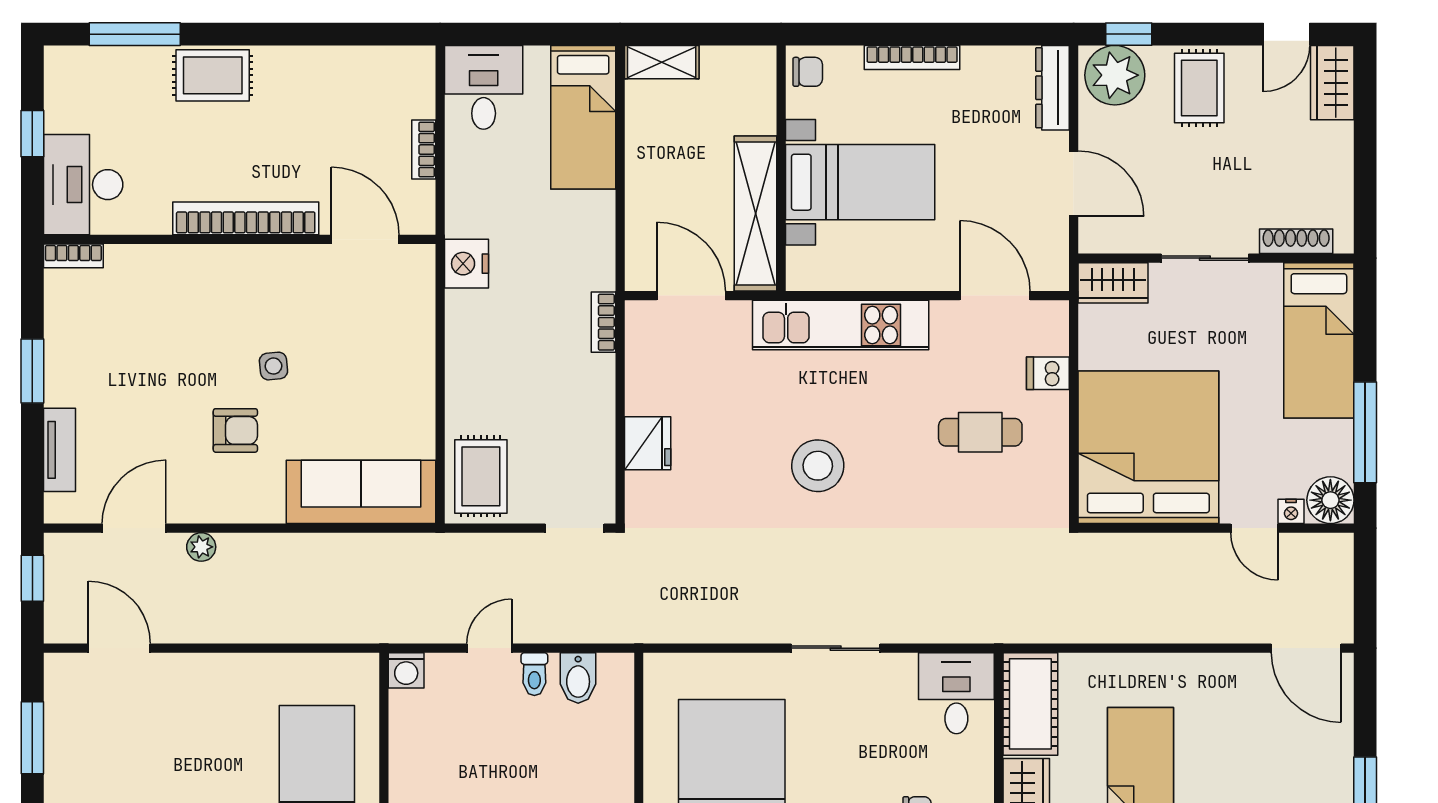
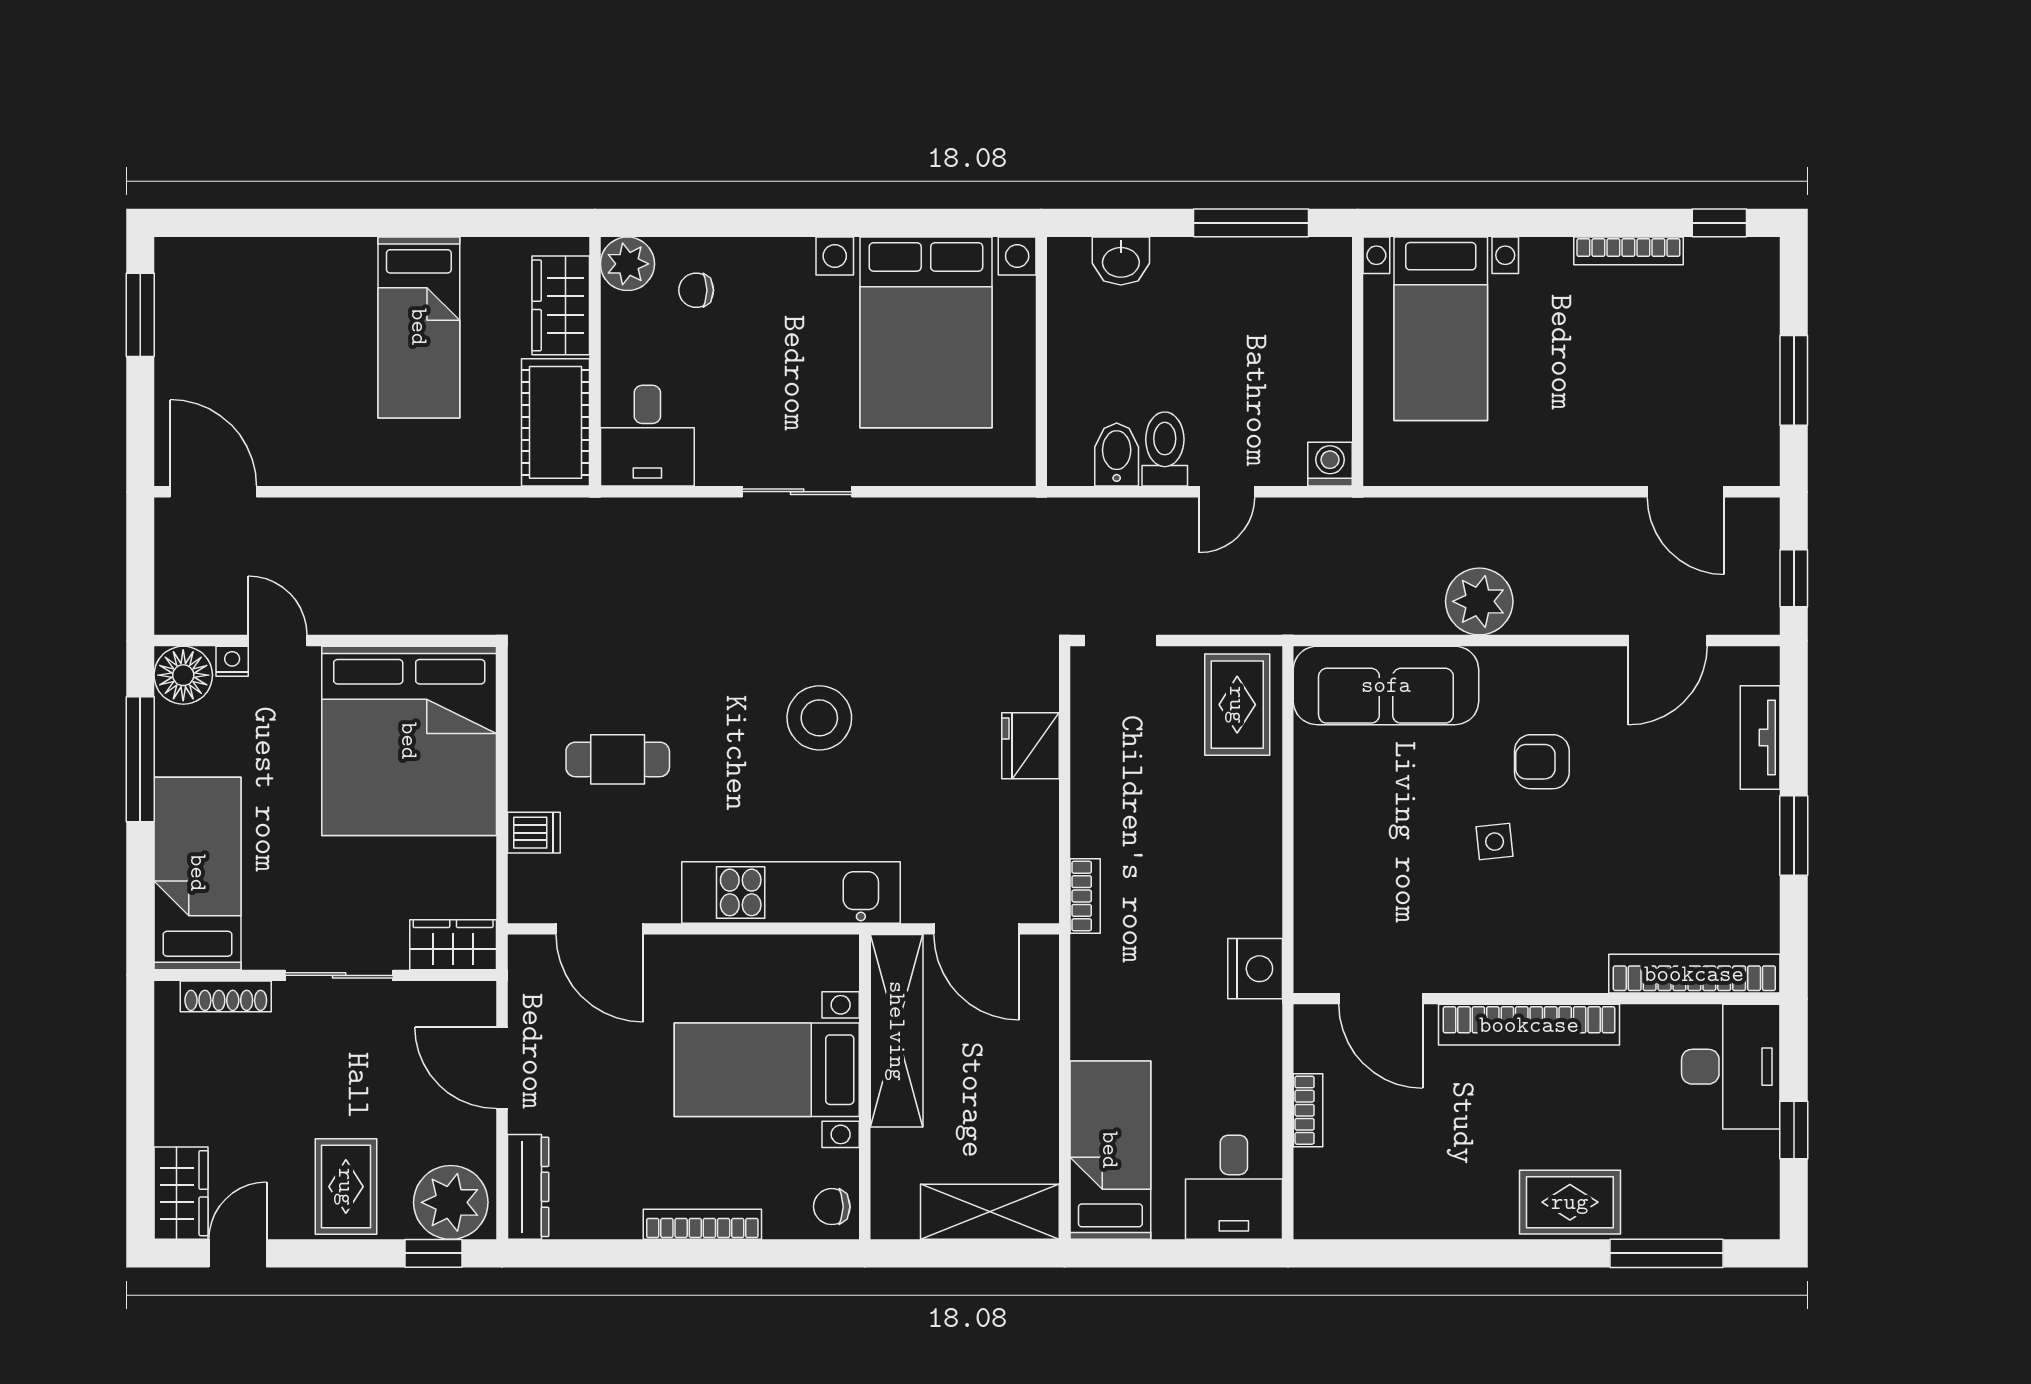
shelving: (662, 62) -> (990, 1212), width x1.50, depth x1.33
bookcase: (73, 256) -> (1694, 974), width x2.31, depth x1.31
plant: (201, 547) -> (1479, 601), moved, width x1.88, depth x1.88
toilet: (534, 674) -> (1165, 449), width x1.37, depth x1.39

